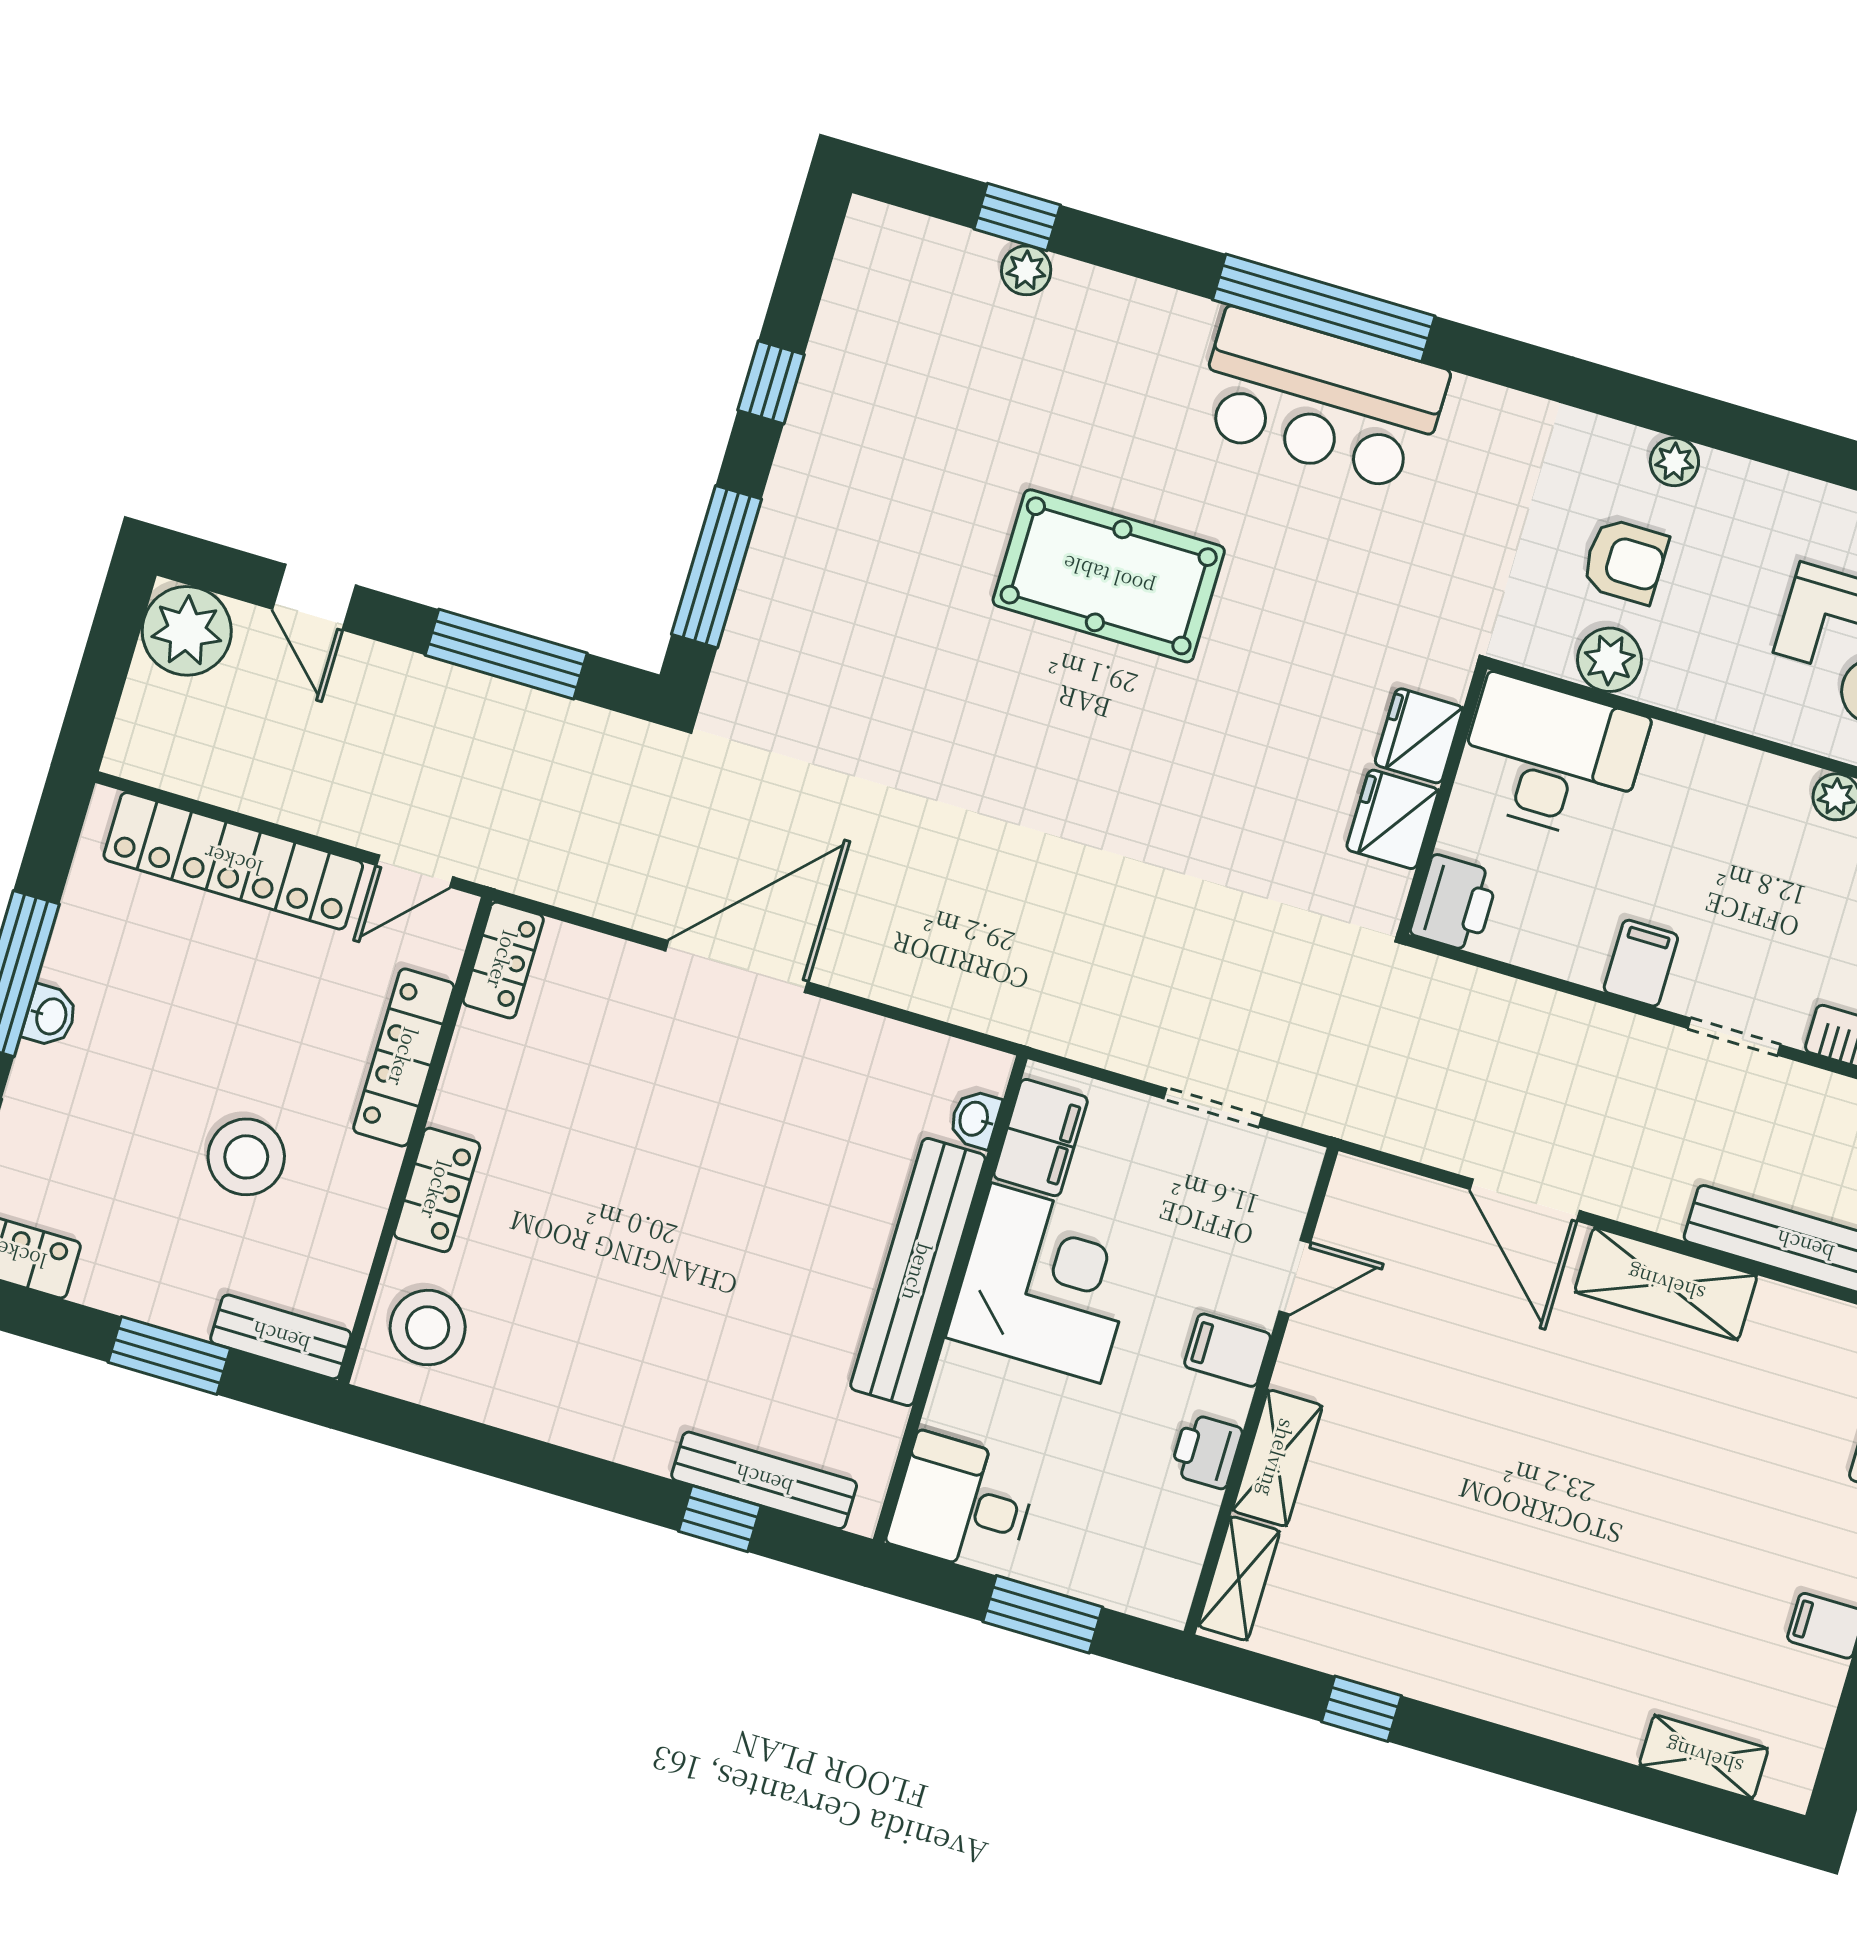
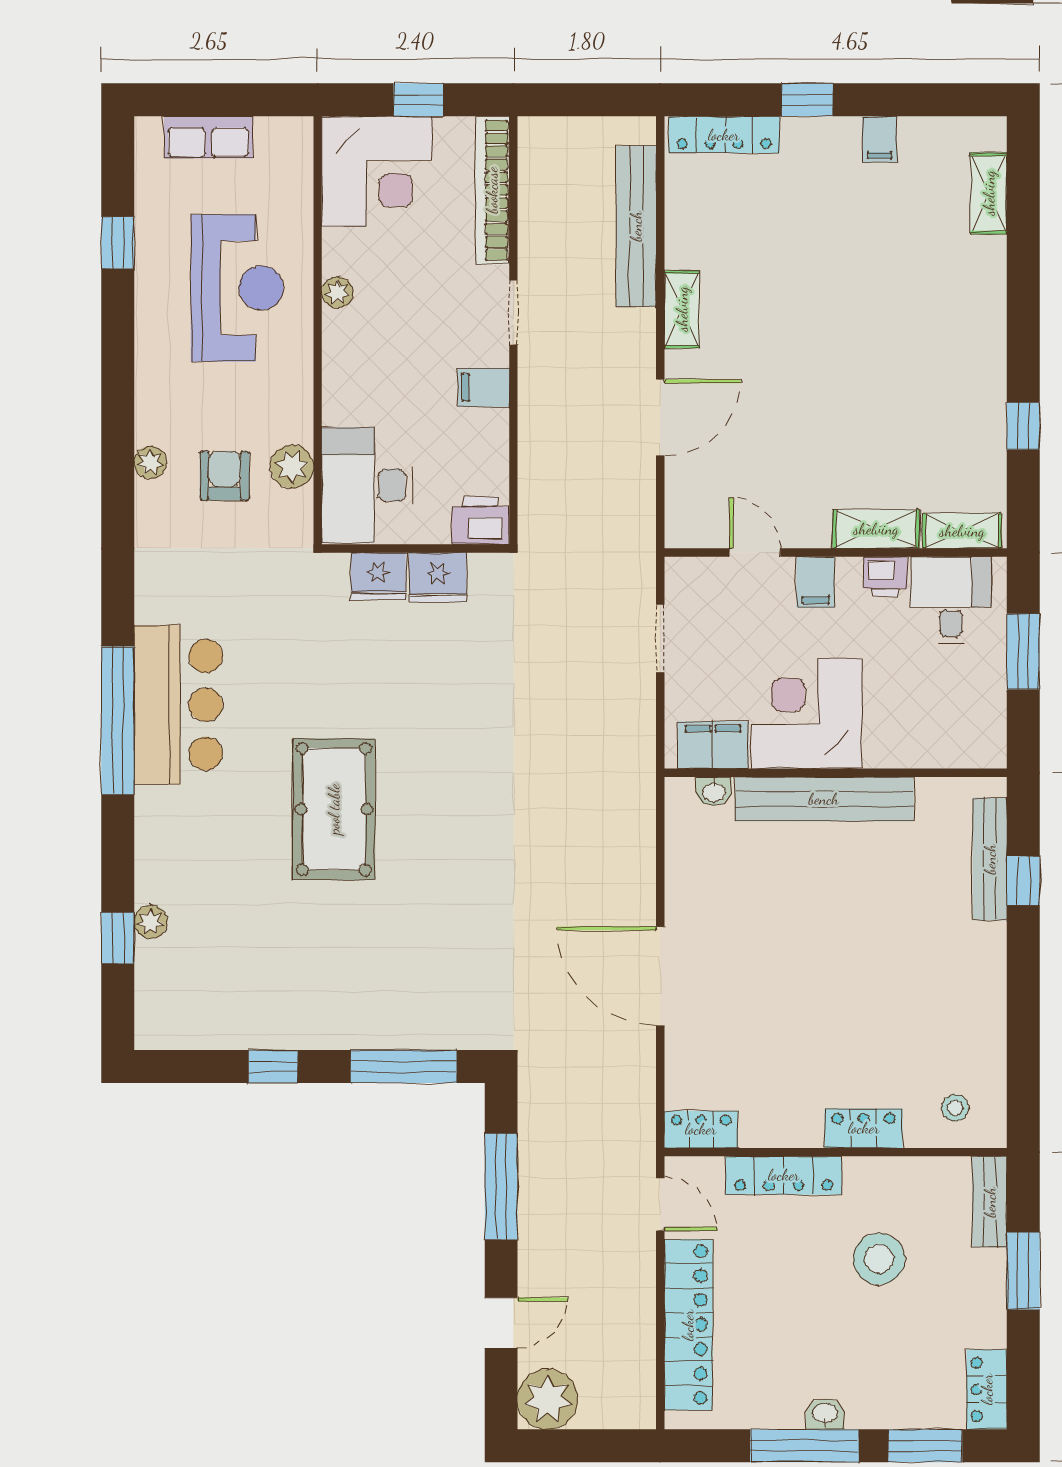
shelving: (1666, 1284) -> (682, 309), width x0.67, depth x0.75
stool: (428, 1328) -> (955, 1108), width x0.53, depth x0.53
desk: (963, 1504) -> (951, 600), moved, turned 180

